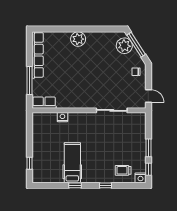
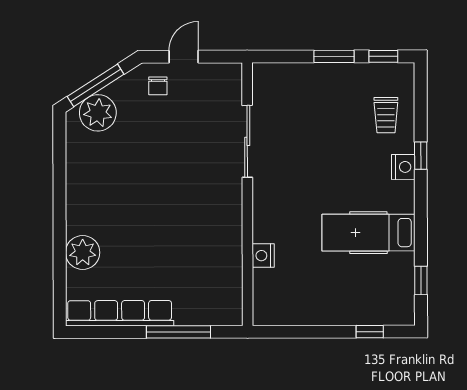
plant: (78, 39) -> (83, 252), moved
door: (149, 96) -> (184, 57), moved
row of seats: (44, 103) -> (229, 298), removed
nightstand: (141, 178) -> (403, 167), moved
window: (75, 185) -> (421, 280), moved

